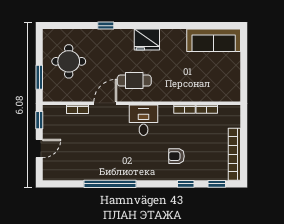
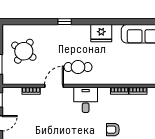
window: (106, 26) -> (65, 22), moved
fridge: (147, 40) -> (101, 33), moved
round table: (69, 61) -> (24, 51), turned 34

